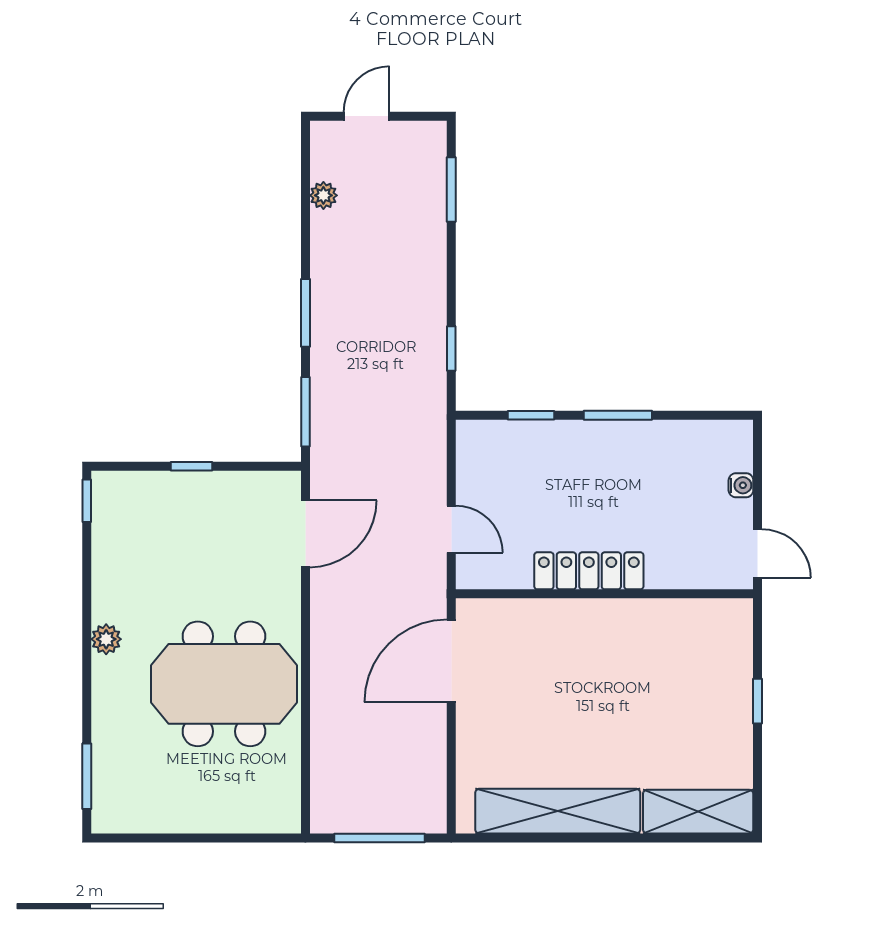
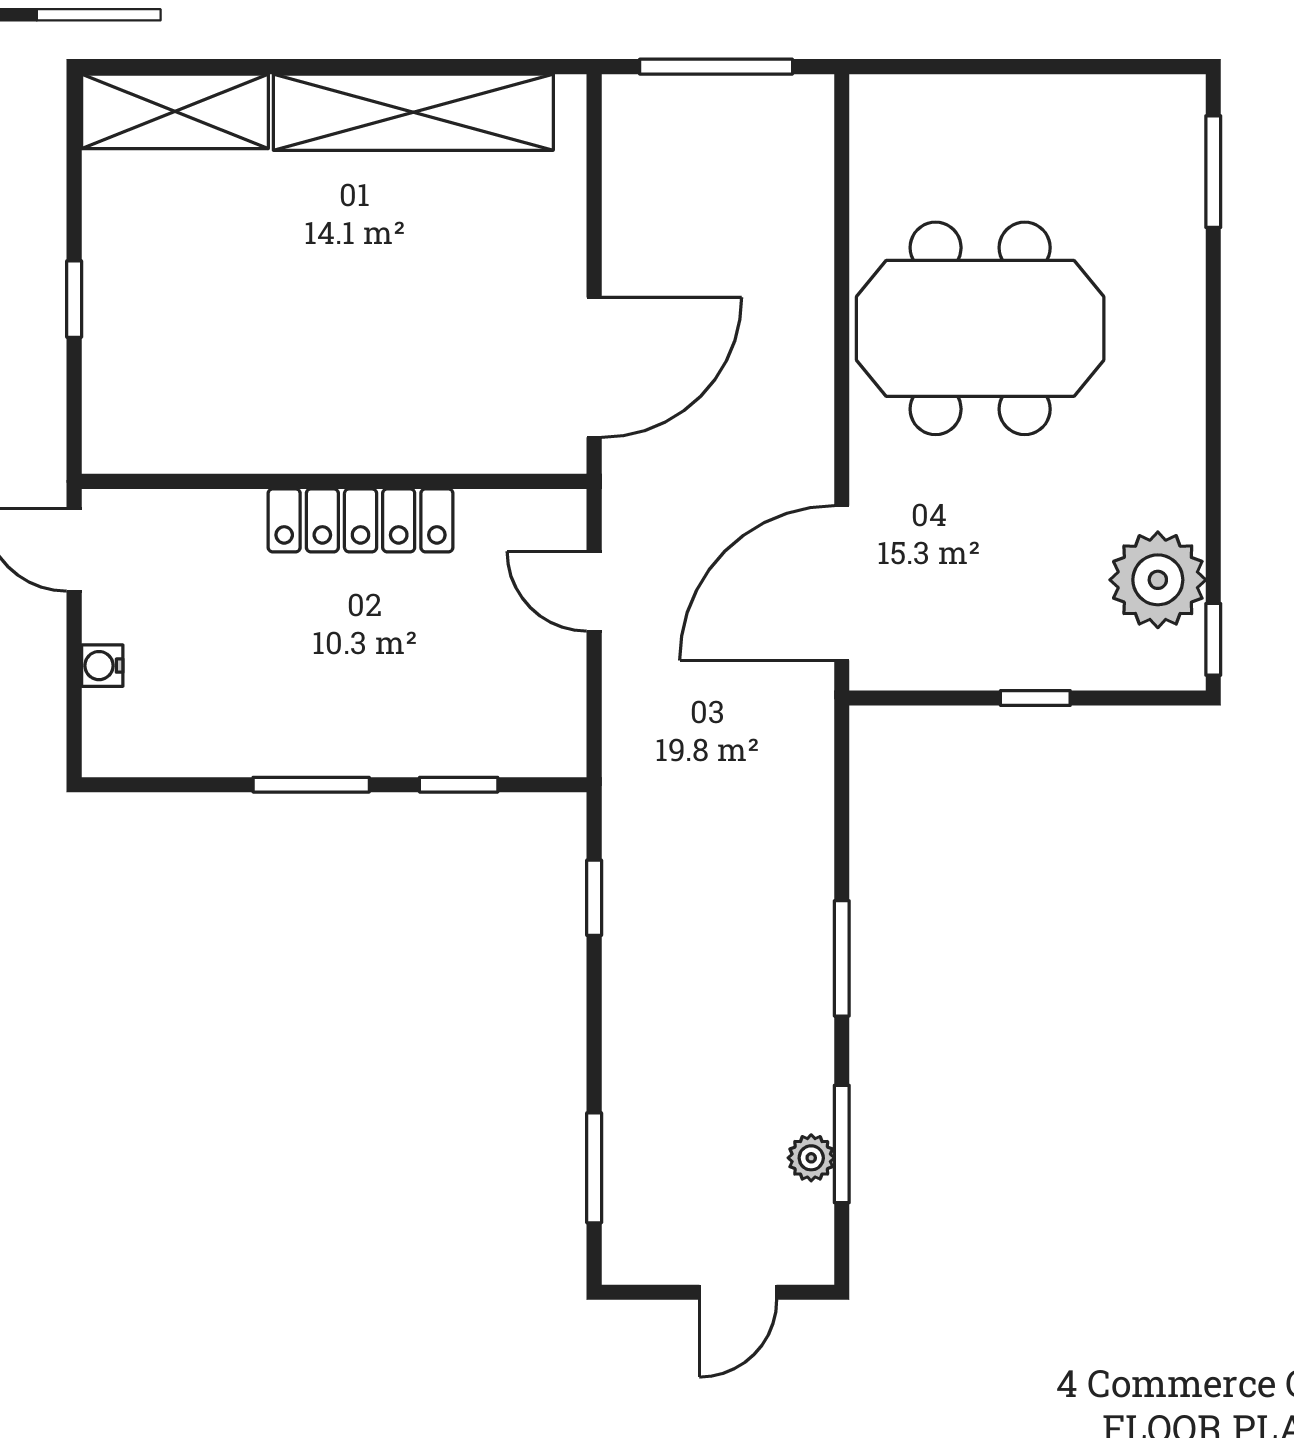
window: (305, 412) -> (842, 1144), moved
door: (305, 534) -> (842, 583), width x1.36
plant: (106, 639) -> (1158, 580), moved, width x1.88, depth x1.88

